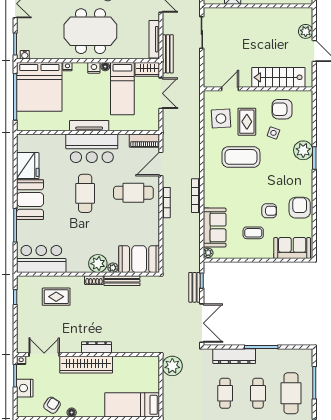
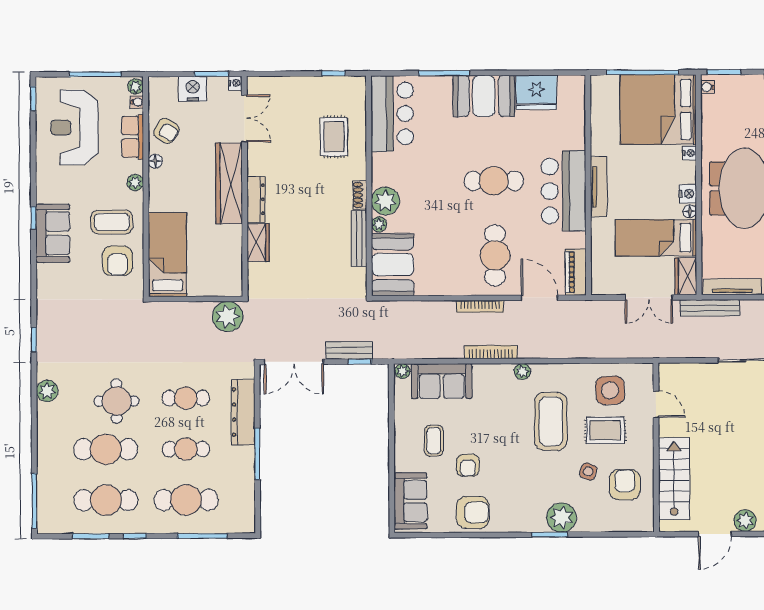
plant: (209, 175) -> (522, 371), added
wardrobe: (125, 346) -> (258, 243), added

